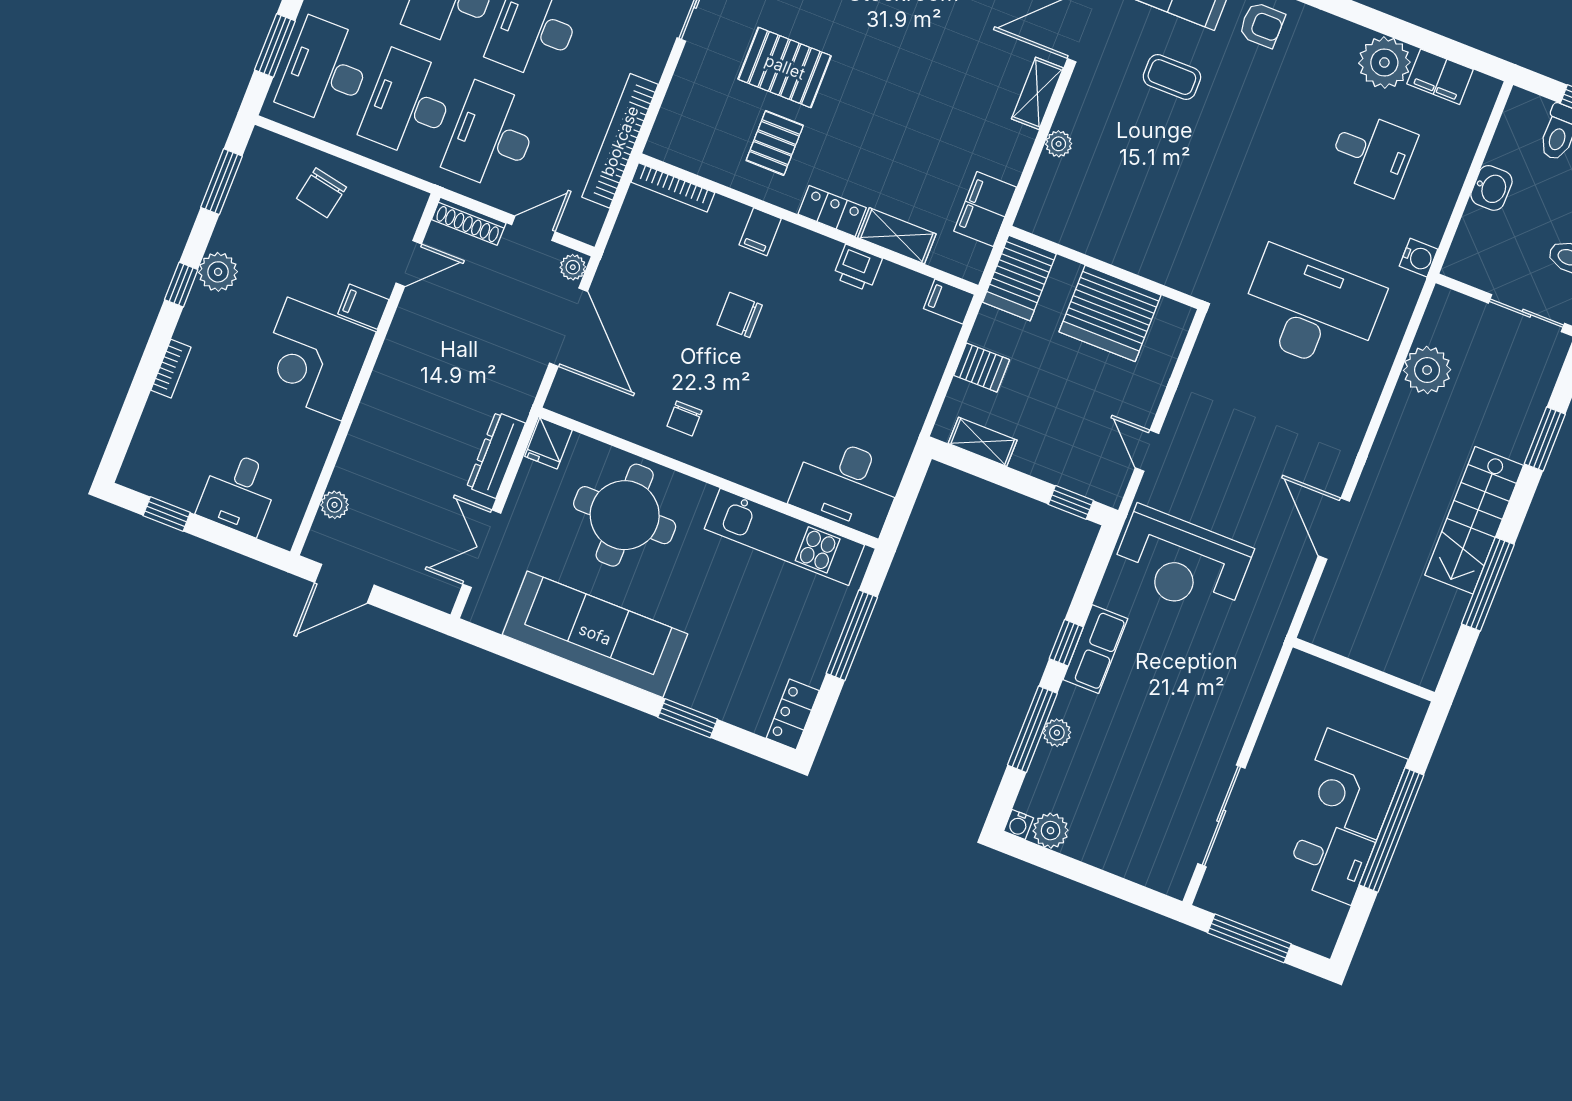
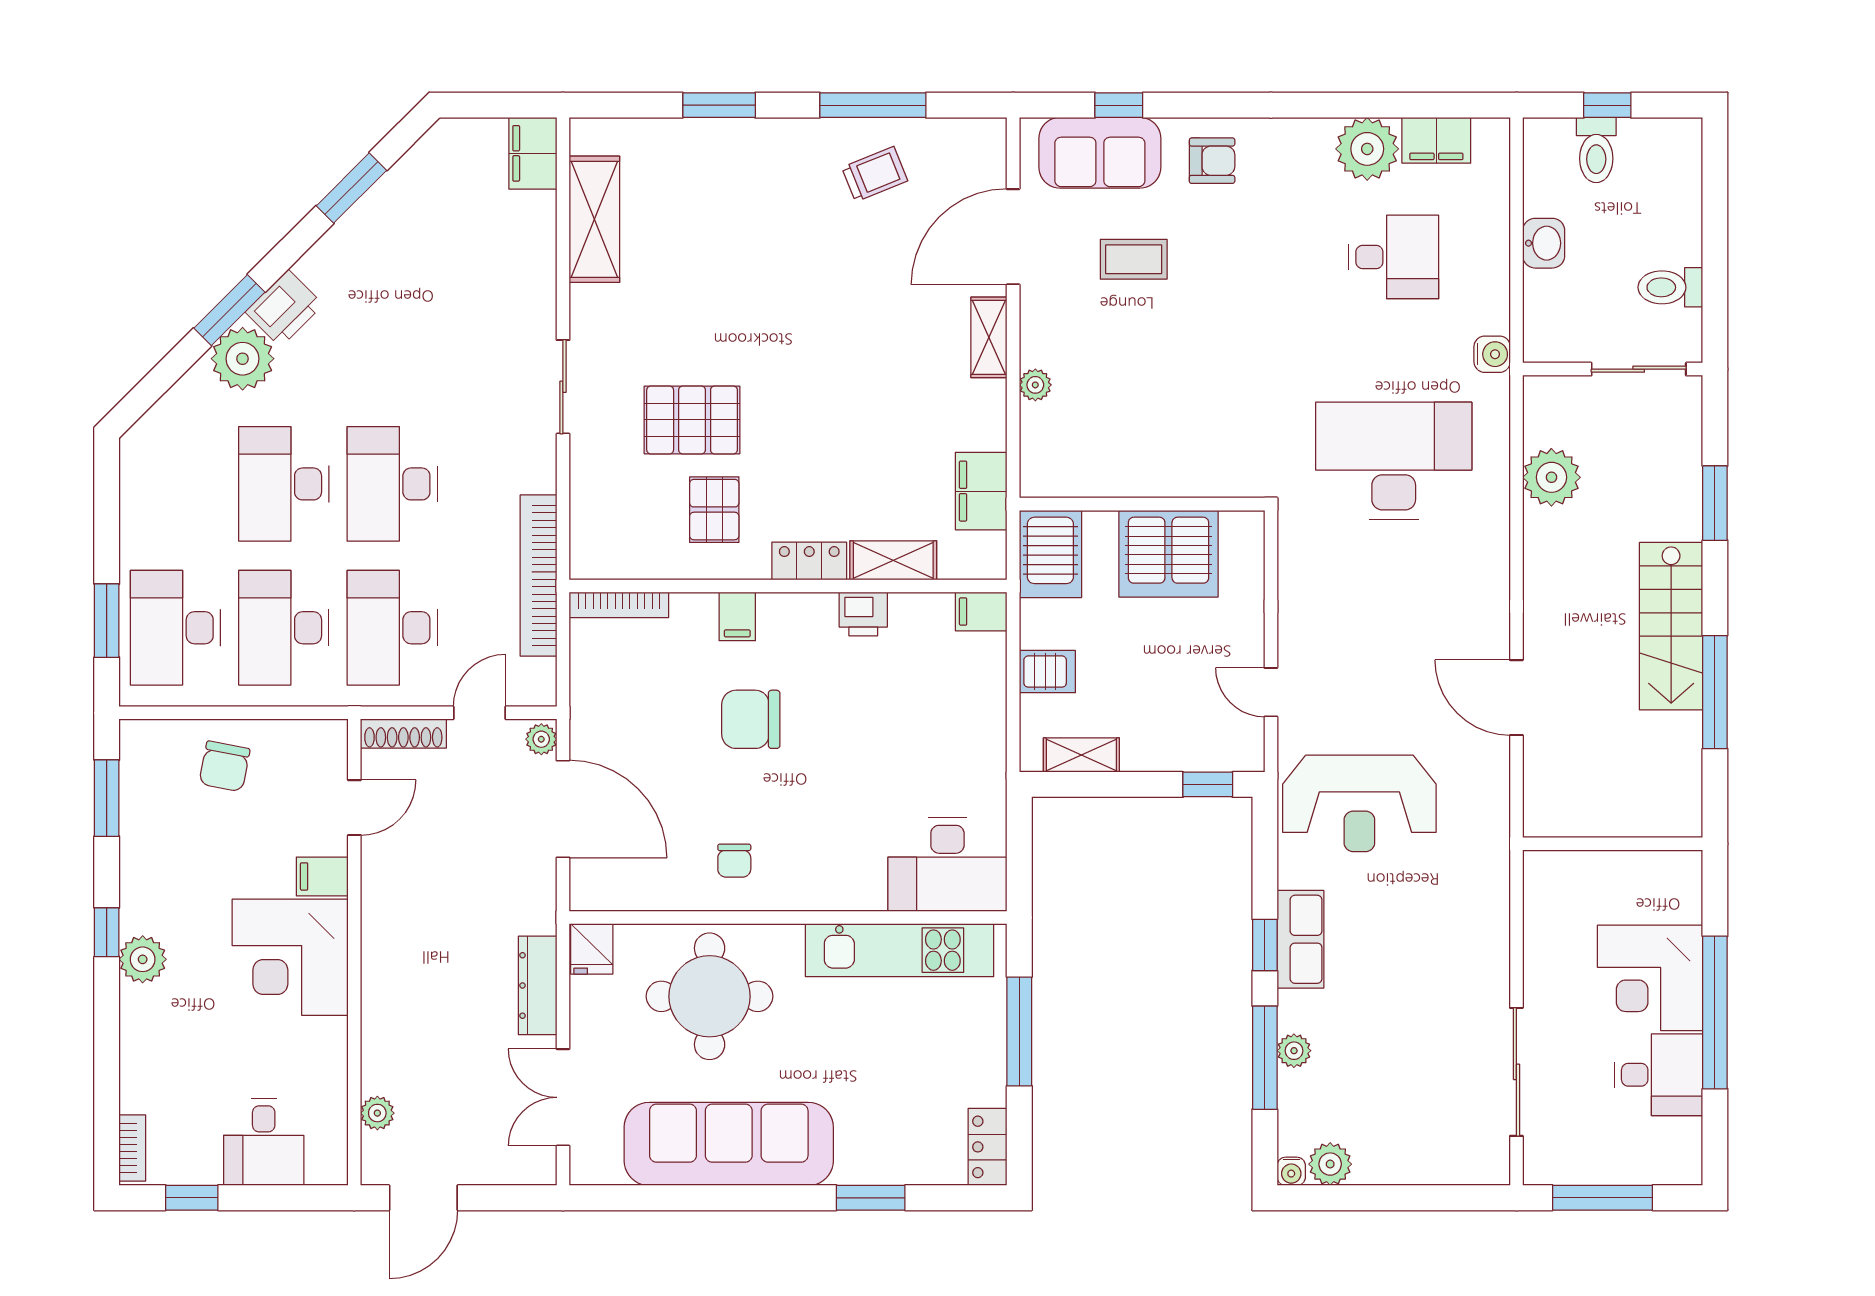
plant: (218, 272) -> (143, 959), moved
chair: (740, 315) -> (751, 719), width x1.37, depth x1.37
bookcase: (171, 369) -> (132, 1148), moved

